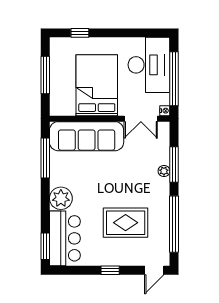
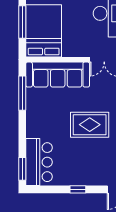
bed: (97, 85) -> (44, 31), moved
plant: (61, 198) -> (36, 128), removed
rug: (126, 223) -> (90, 125), moved

